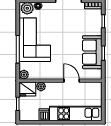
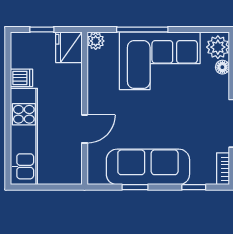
sofa: (92, 52) -> (148, 167), width x1.36
plant: (41, 86) -> (74, 73), removed

